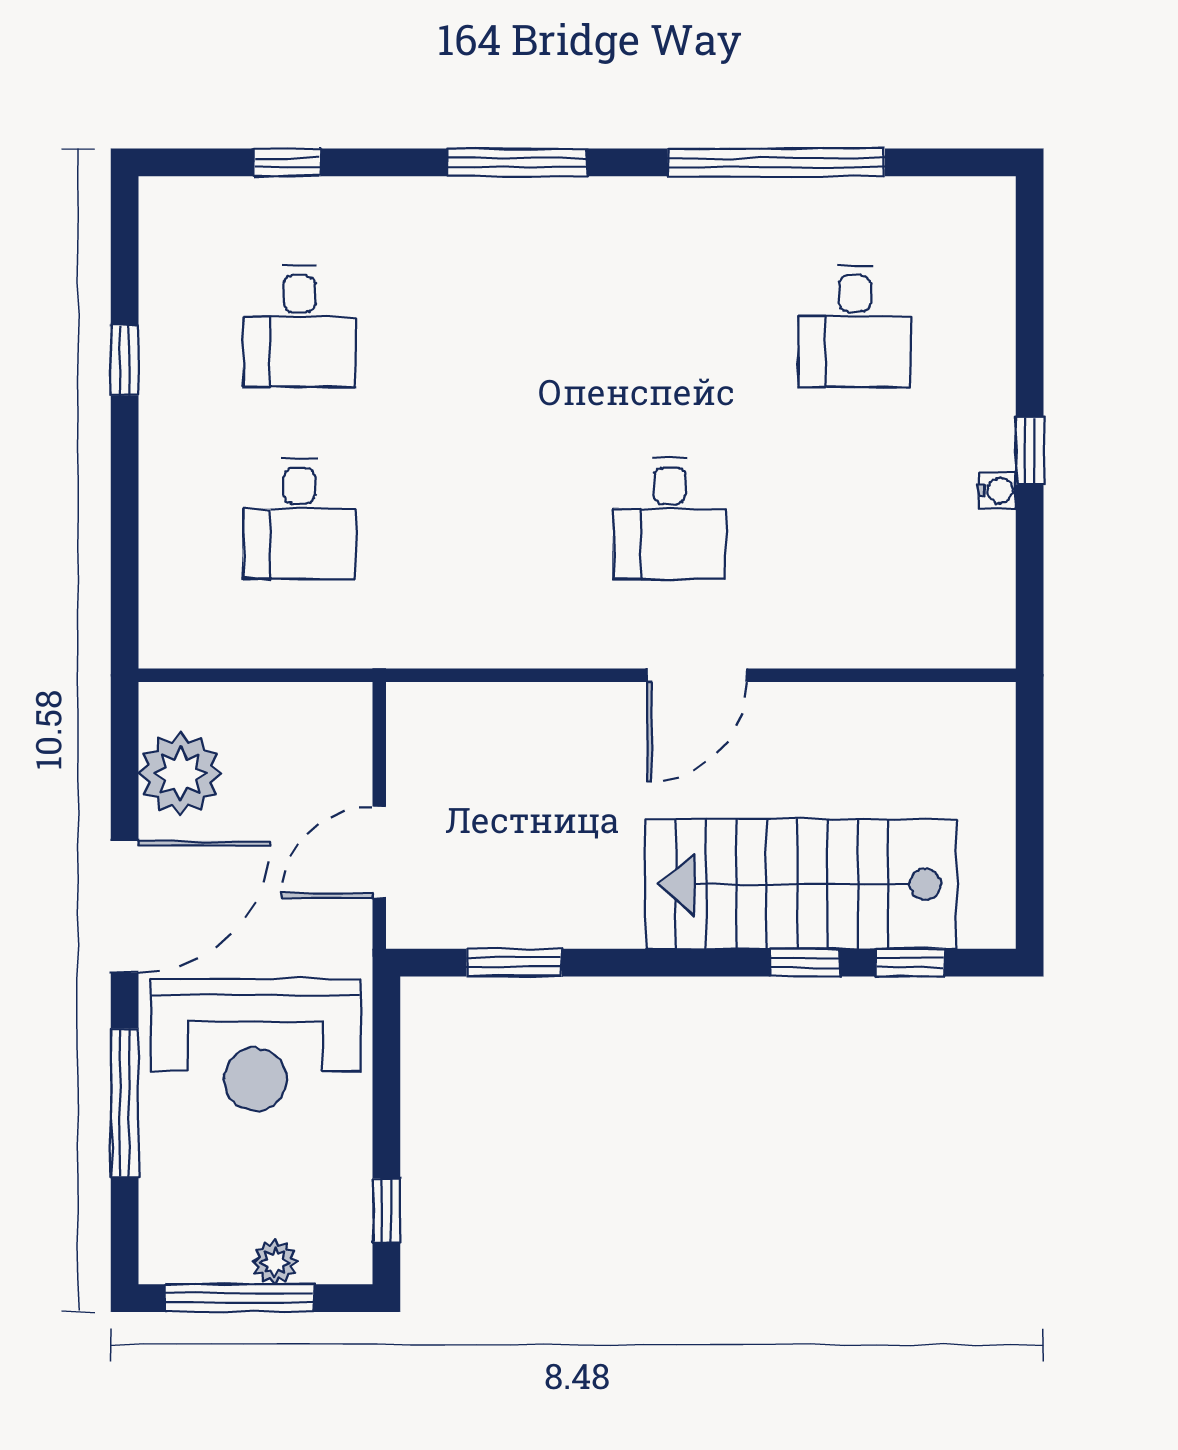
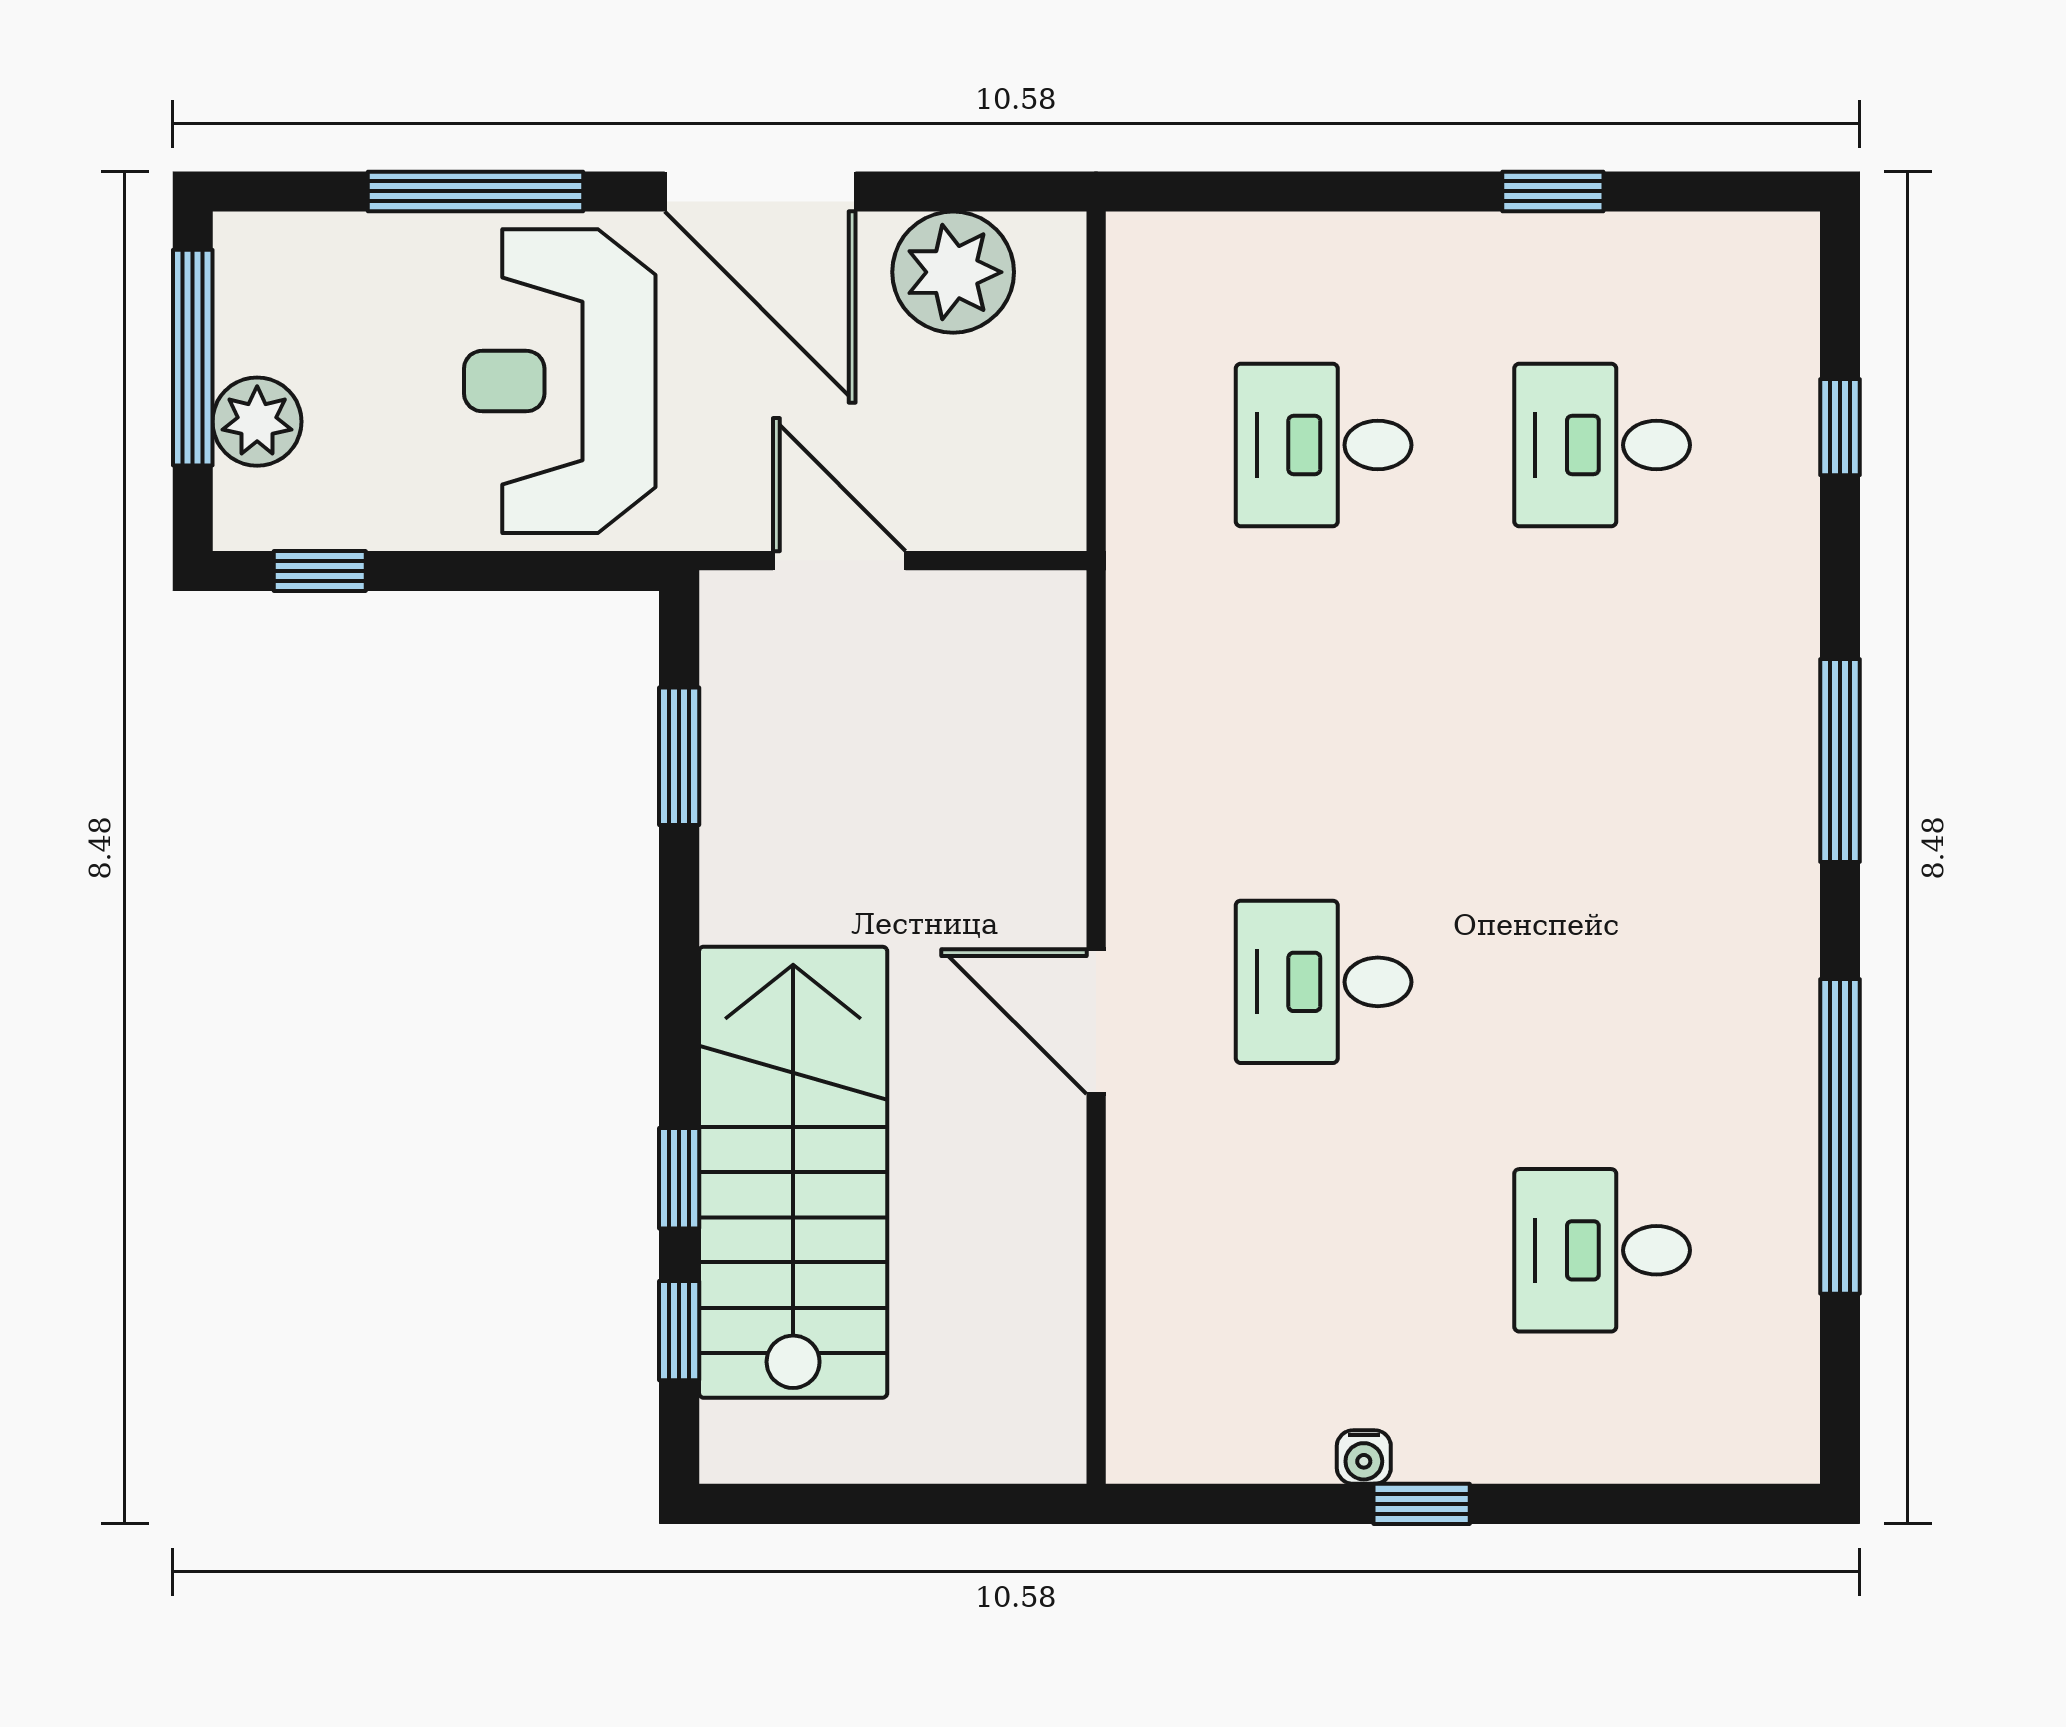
plant: (275, 1262) -> (257, 422), width x1.38, depth x1.38

